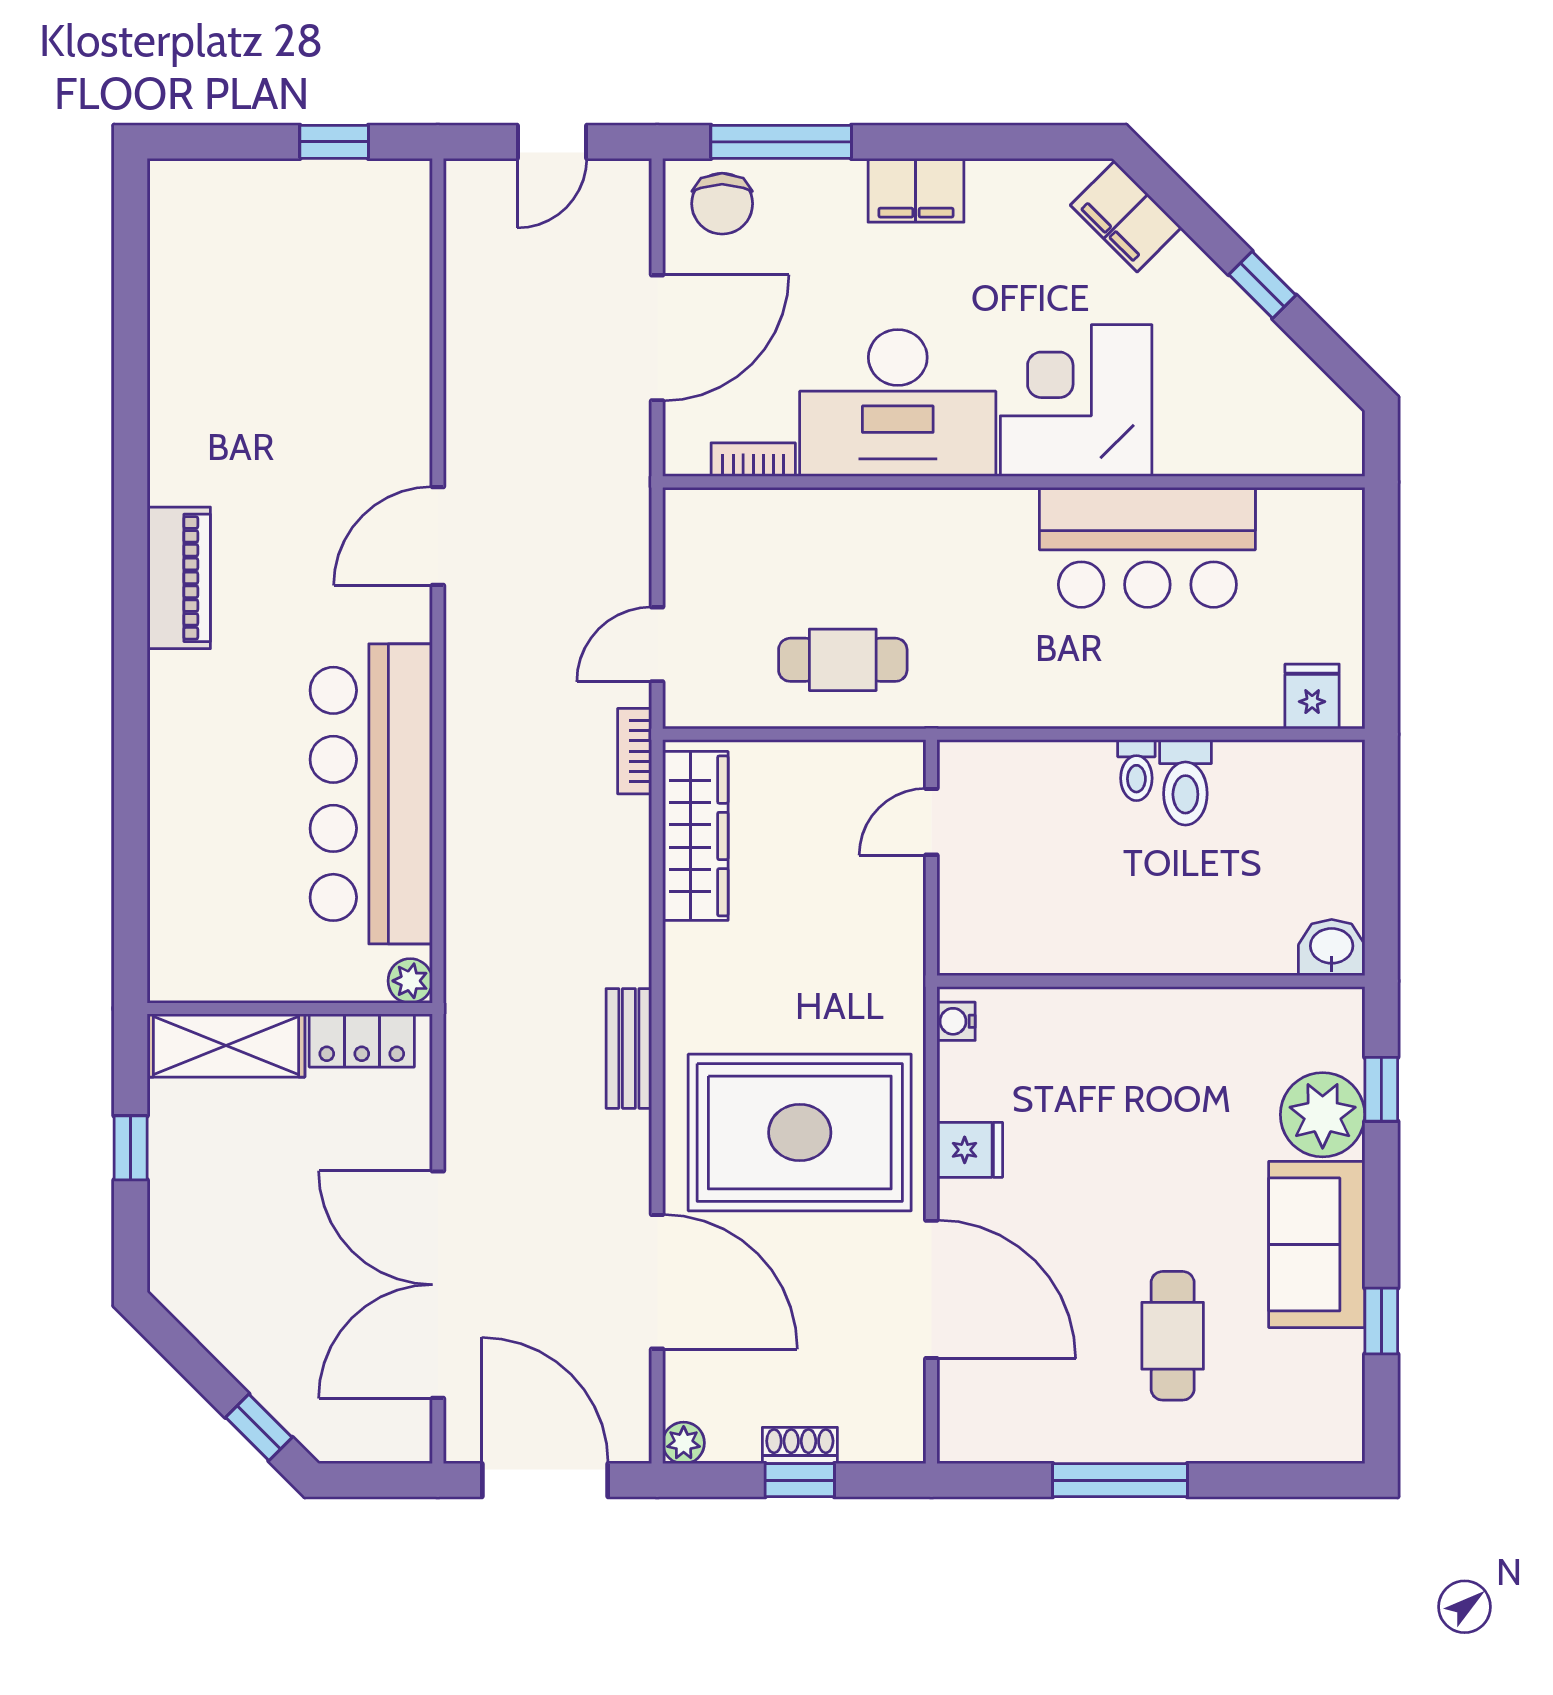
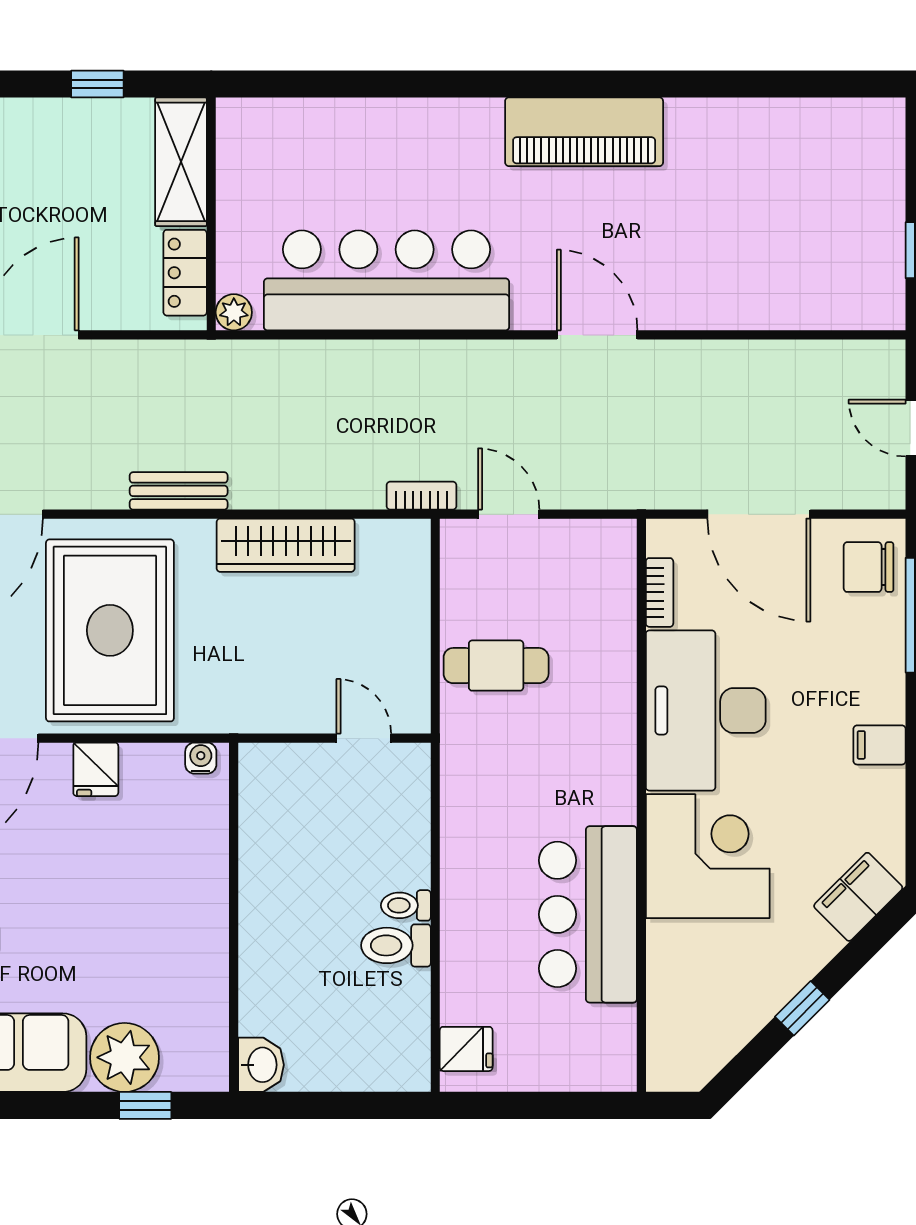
filing cabinet: (916, 190) -> (880, 745), width x0.50
piano: (179, 578) -> (584, 132), width x1.37, depth x1.33
cafe table: (843, 660) -> (496, 666), turned 90
wardrobe: (695, 836) -> (286, 545), moved

